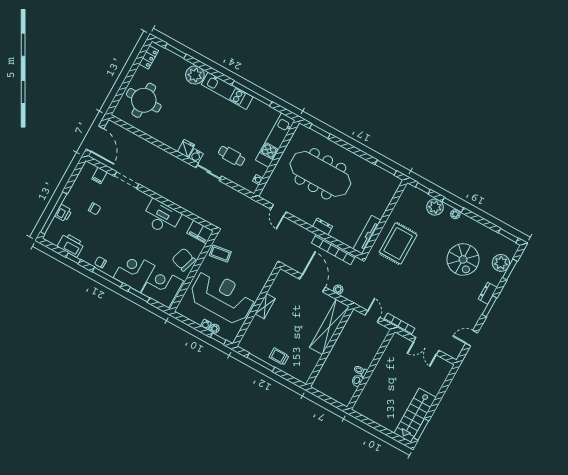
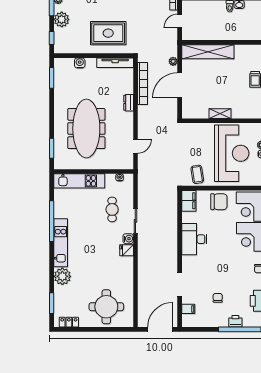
water cooler: (385, 201) -> (80, 63), added
chair: (184, 260) -> (219, 202), turned -107
reception desk: (222, 297) -> (232, 153), turned 180

